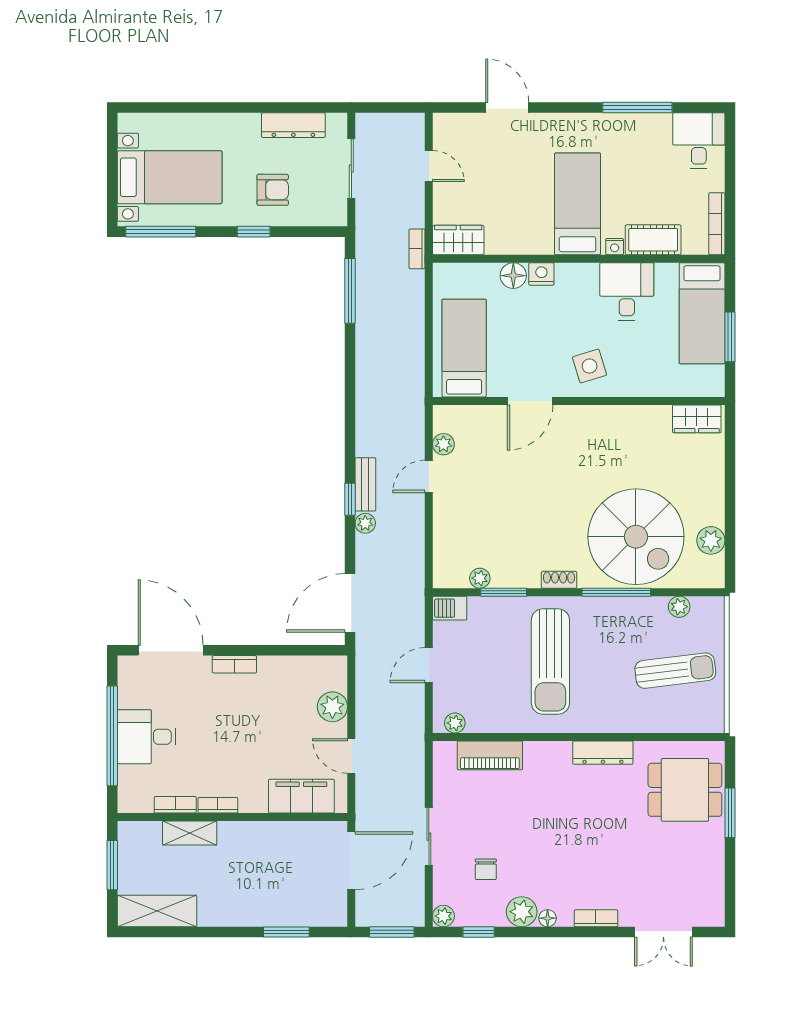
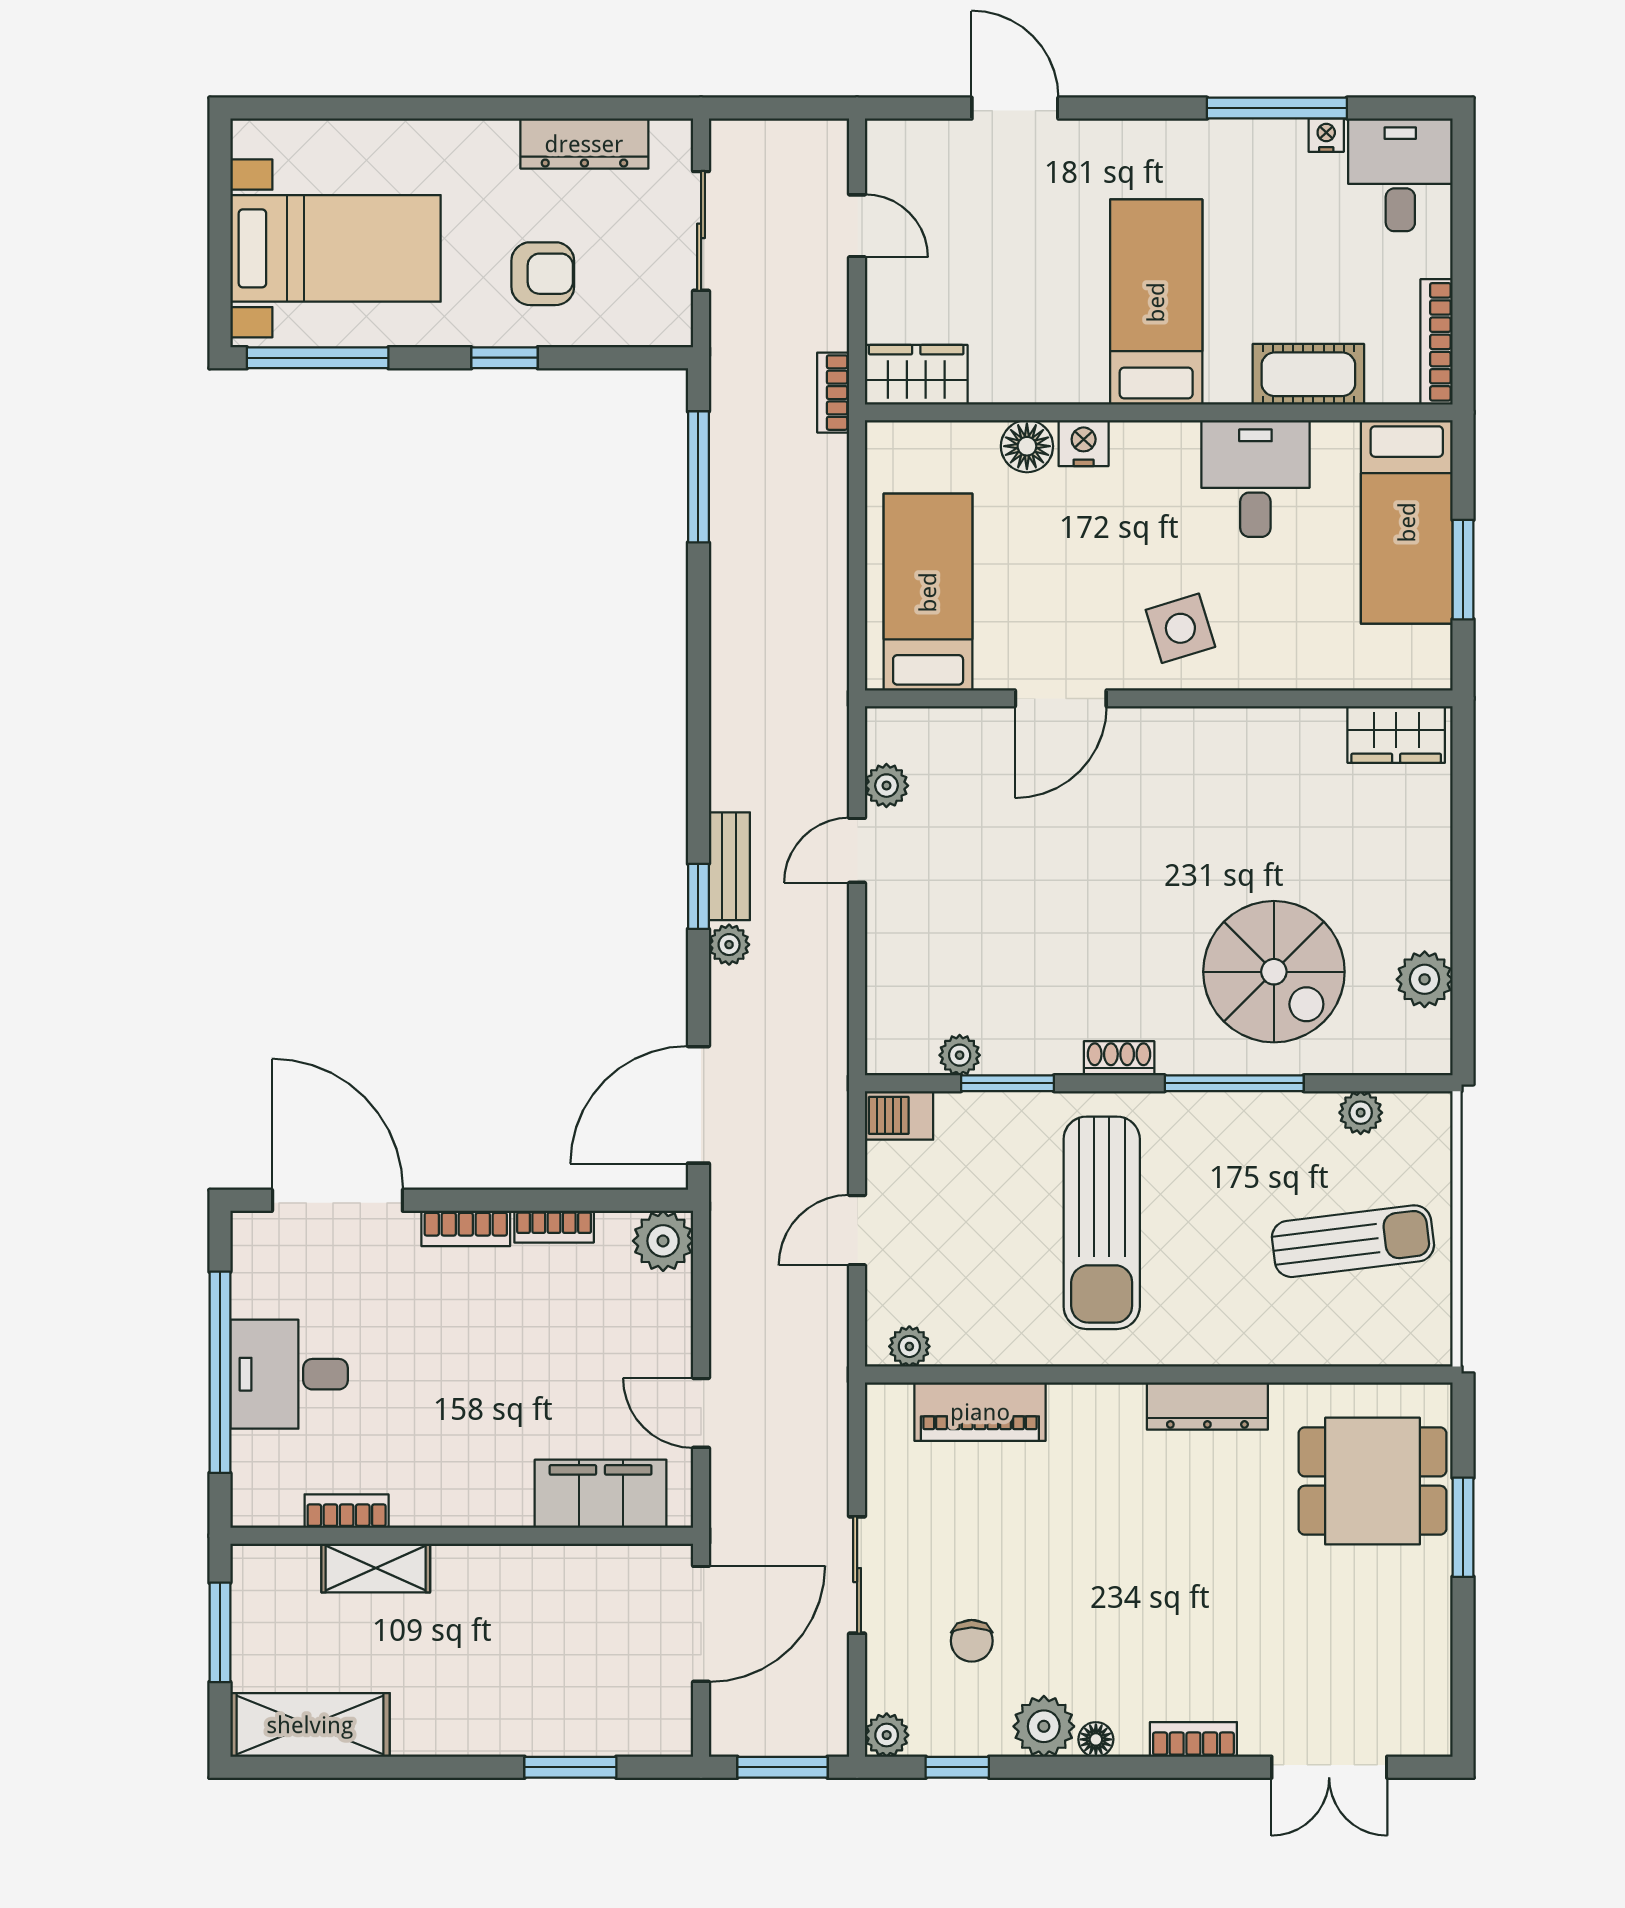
nightstand: (615, 247) -> (1326, 135), moved, turned 180
spiral stairs: (636, 537) -> (1274, 972), width x0.73, depth x0.73
plant: (332, 707) -> (663, 1241), moved
bookcase: (218, 805) -> (554, 1227), moved, turned 180

